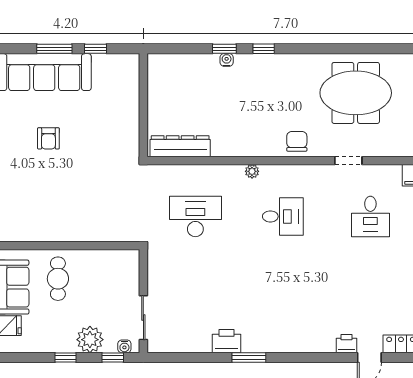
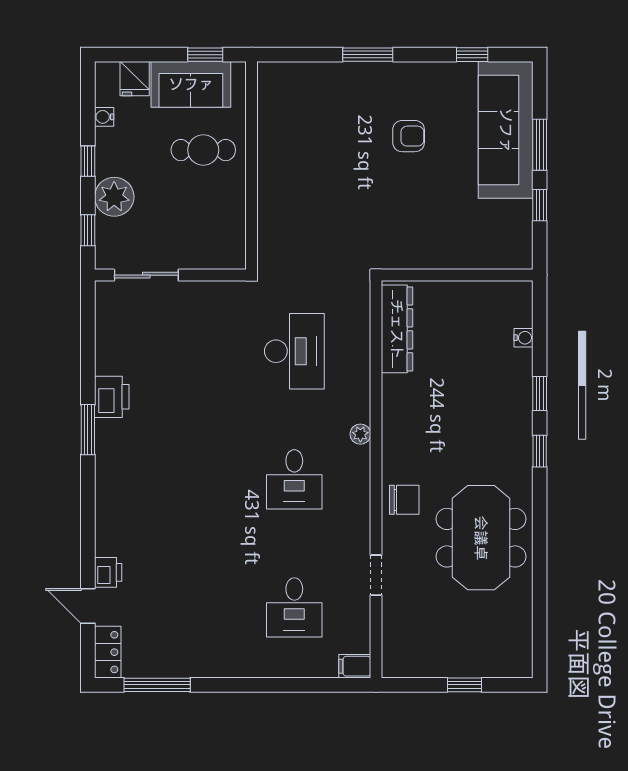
water cooler: (227, 60) -> (523, 338), moved
meeting table: (356, 93) -> (481, 538), moved
armchair: (48, 138) -> (409, 136), turned 180
desk: (370, 216) -> (294, 607), turned -90
water cooler: (124, 346) -> (104, 117), moved

